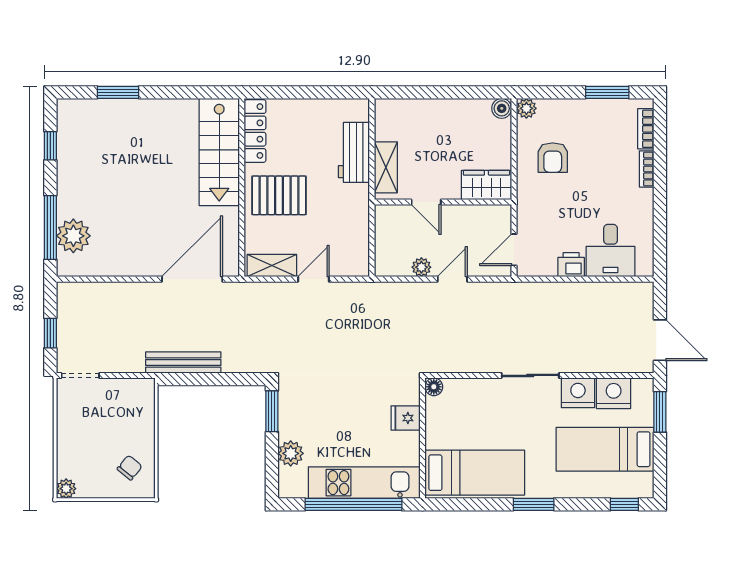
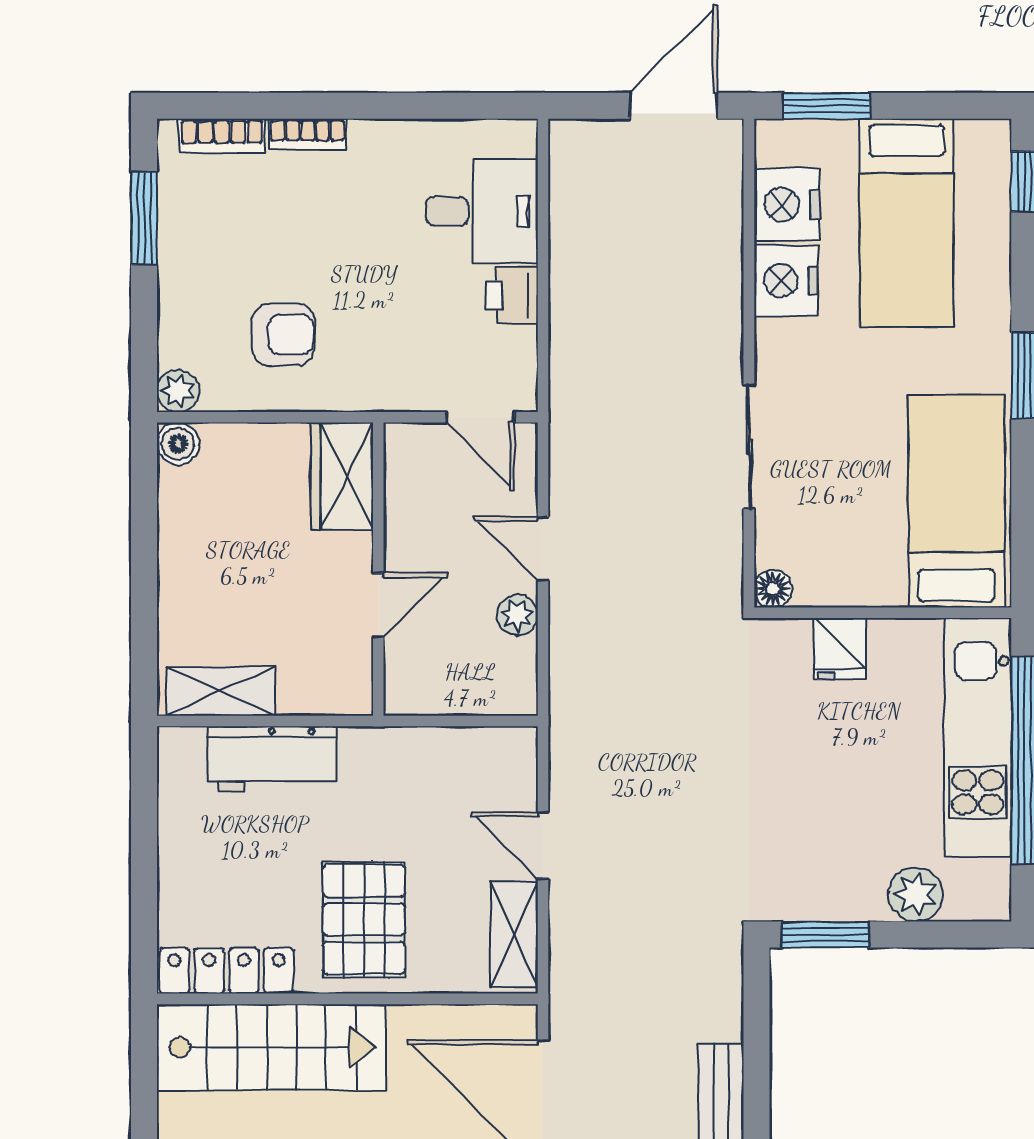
shelving: (386, 167) -> (221, 691), moved
sliding door: (530, 375) -> (749, 447), moved

